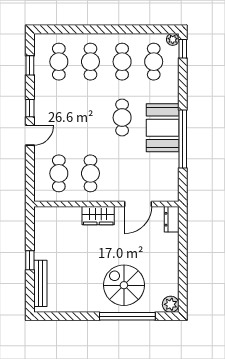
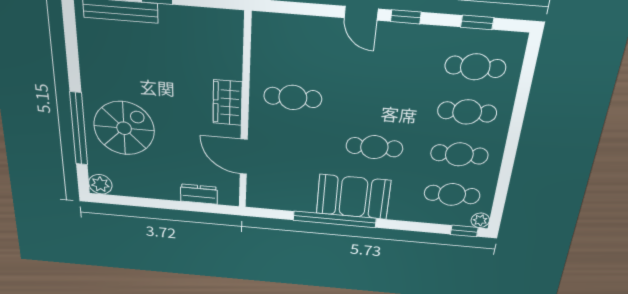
cafe table: (59, 173) -> (296, 52), removed
dresser: (172, 219) -> (199, 194), moved

